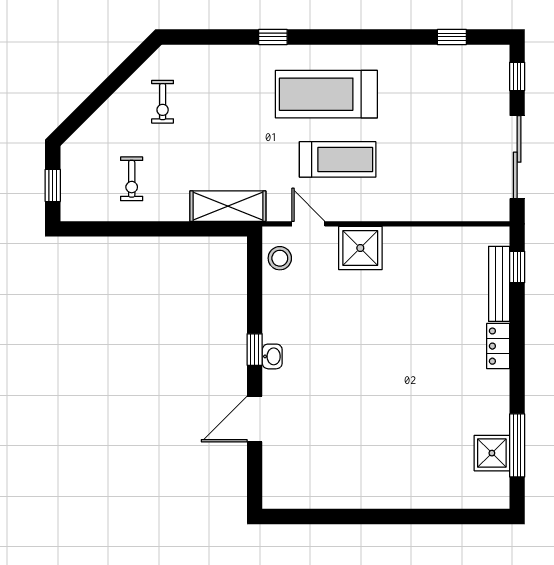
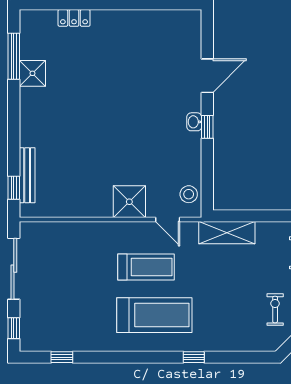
treadmill: (338, 159) -> (146, 267), turned 180
locker: (498, 346) -> (74, 18), moved, turned 90
shower: (492, 453) -> (32, 73), moved

